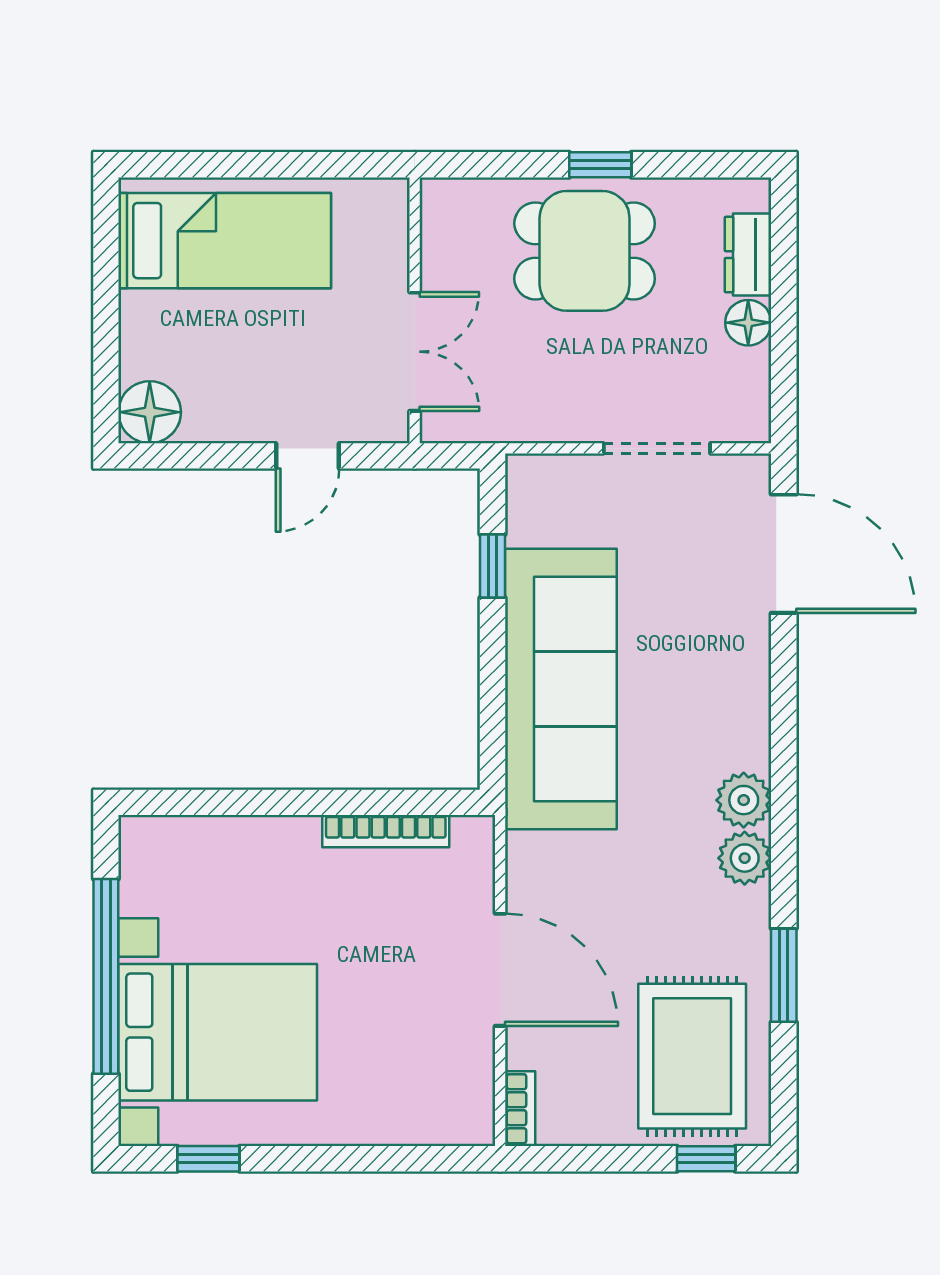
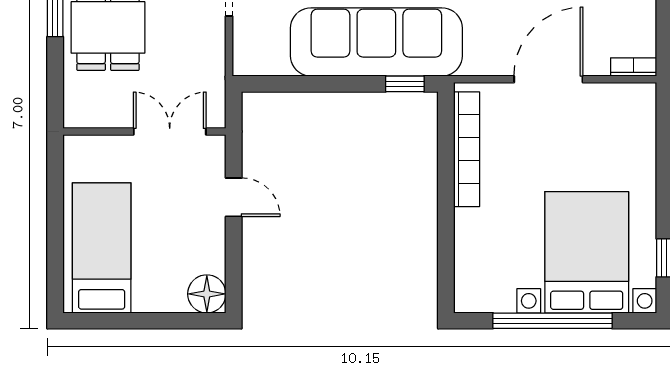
window: (493, 566) -> (405, 84), moved
bookcase: (386, 831) -> (467, 149), width x1.48, depth x1.31

